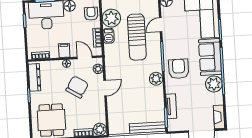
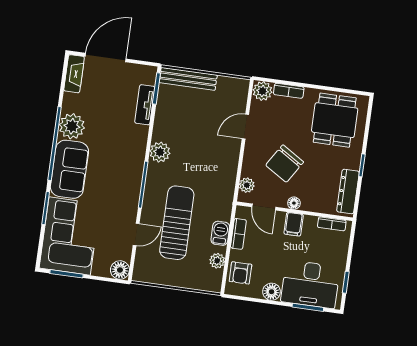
plant: (111, 18) -> (217, 261), width x0.53, depth x0.53
armchair: (179, 69) -> (122, 161), removed
door: (105, 88) -> (245, 127), moved

